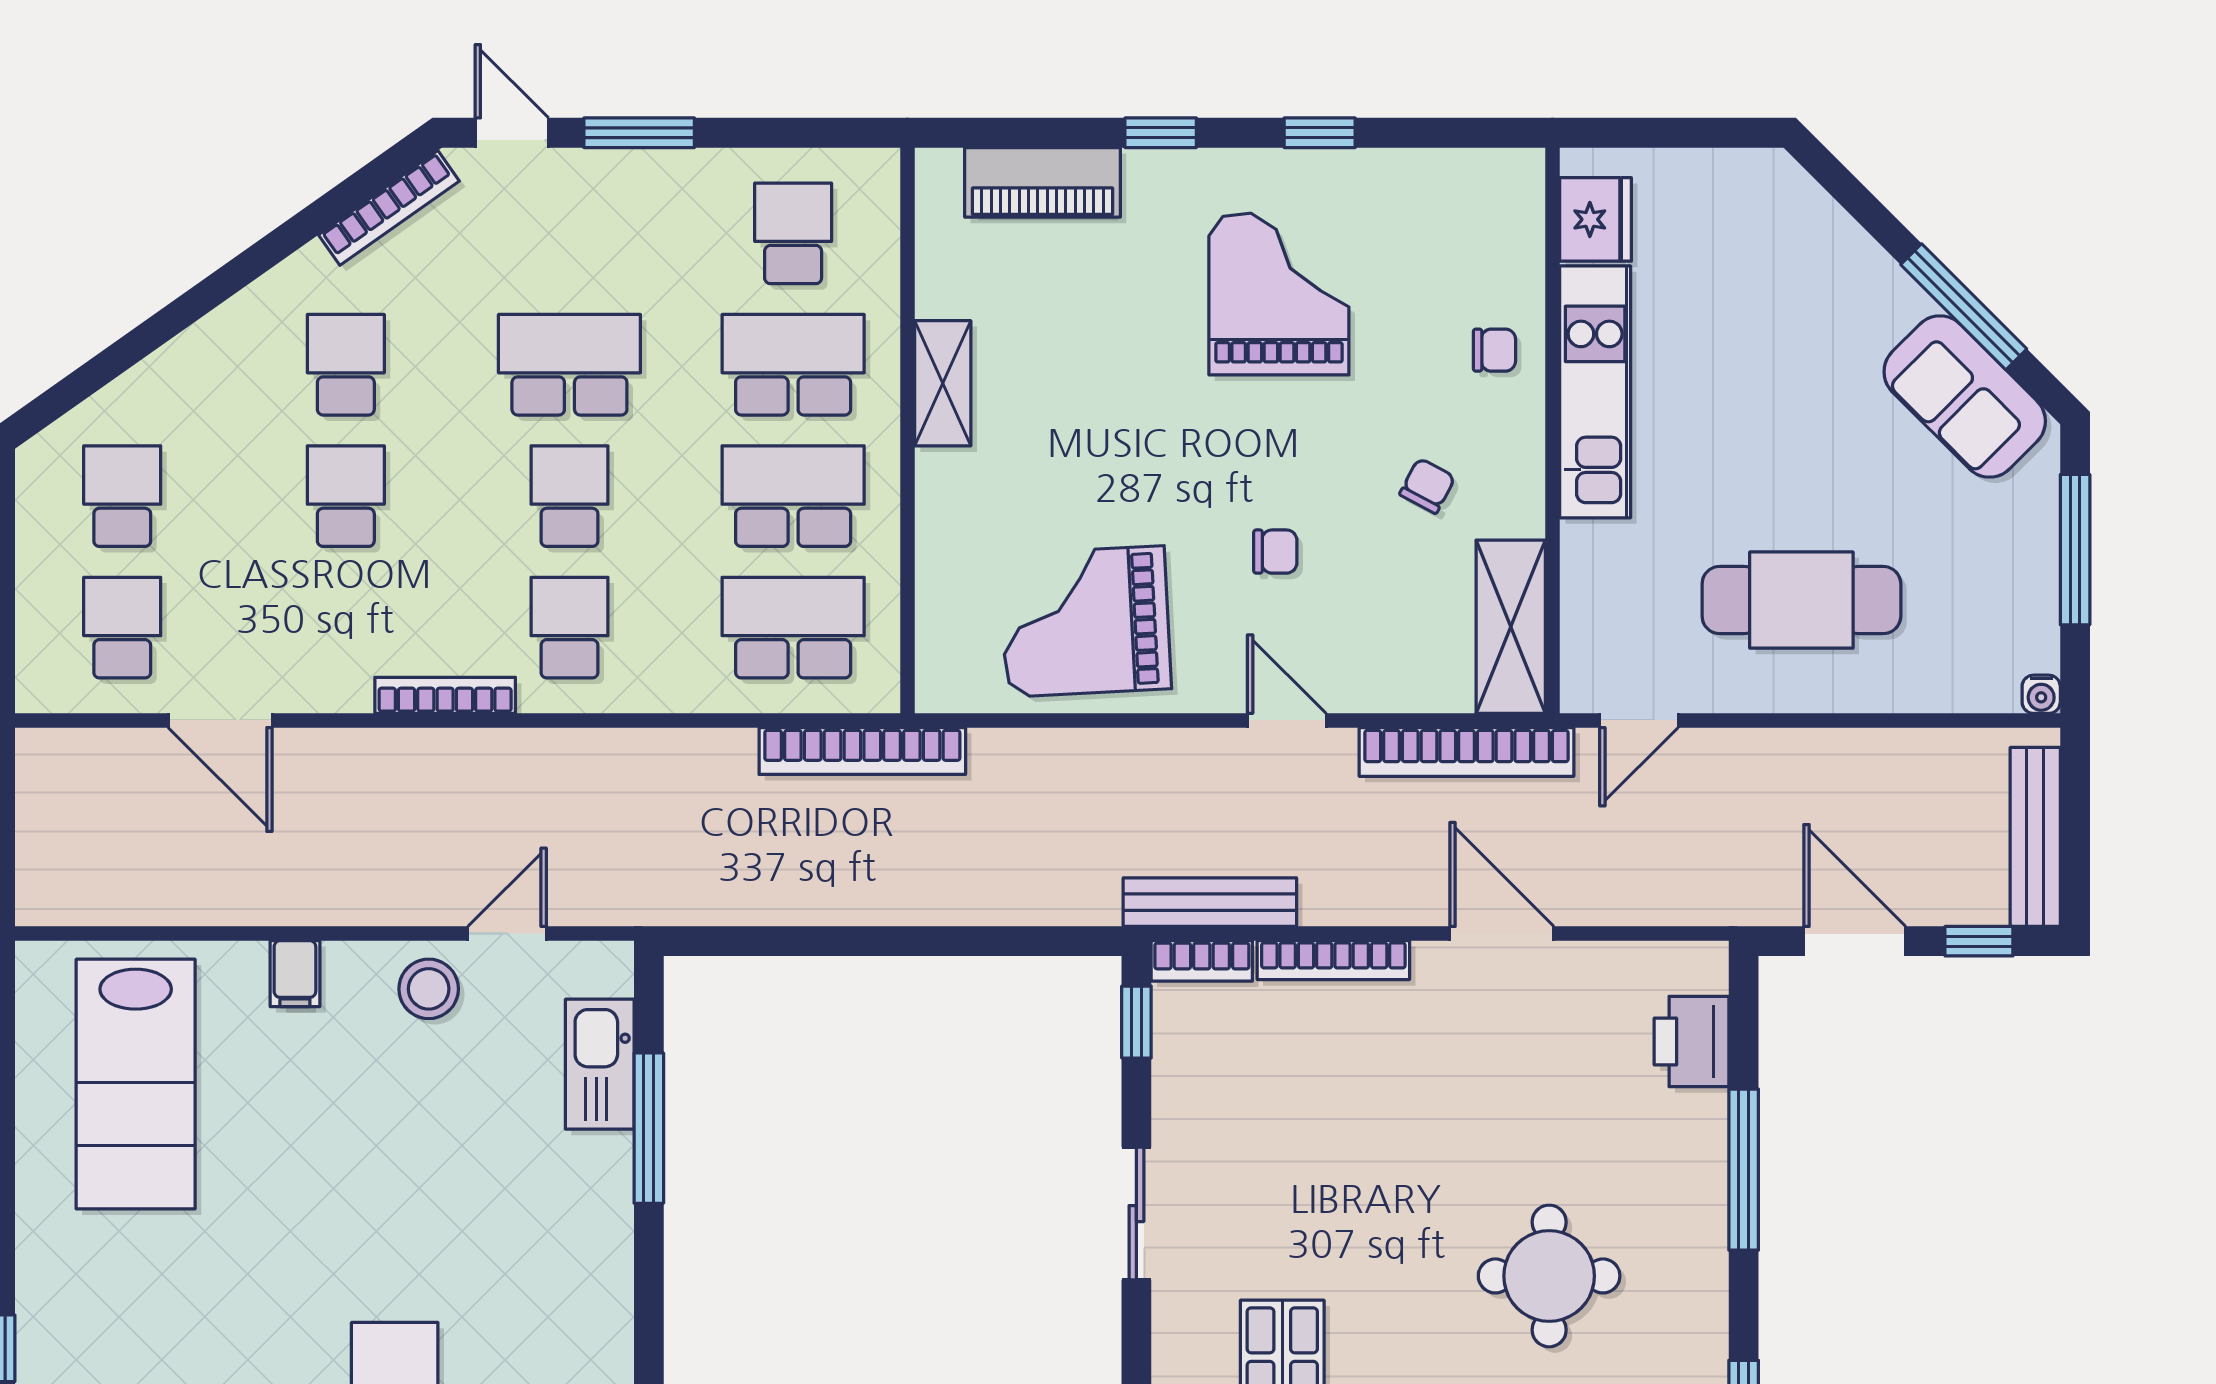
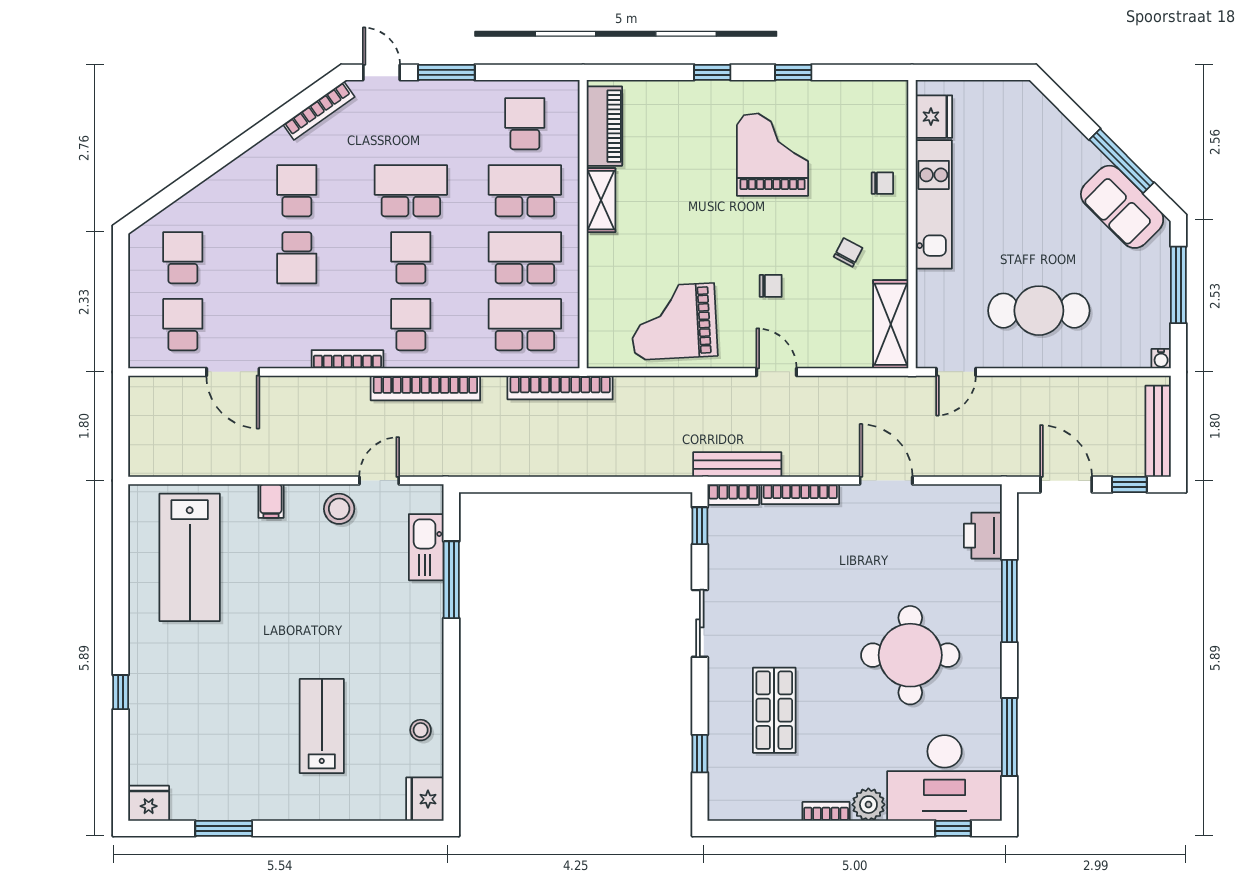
piano: (1042, 182) -> (604, 126), moved, turned -90
school desk: (346, 496) -> (297, 258), turned 180
bookcase: (1467, 752) -> (425, 388), moved
round table: (1549, 1276) -> (910, 655), width x1.36, depth x1.36

